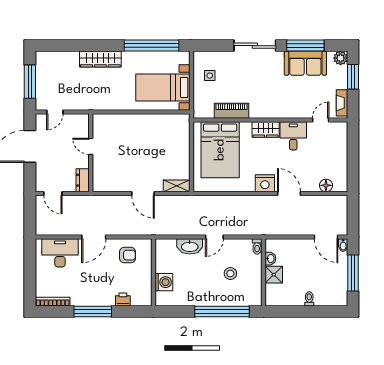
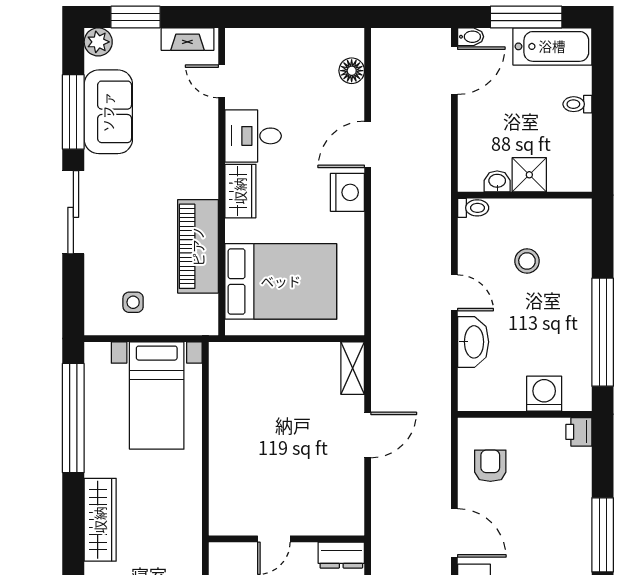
piano: (231, 111) -> (198, 246), width x1.37, depth x1.33
bathtub: (338, 286) -> (552, 46), added
printer: (123, 300) -> (579, 432), moved
window: (222, 312) -> (603, 332), moved

